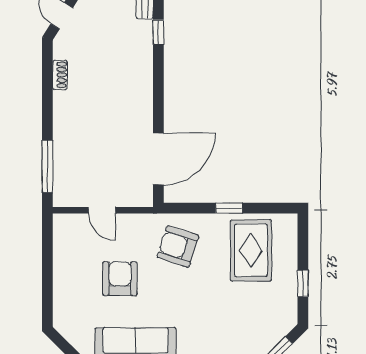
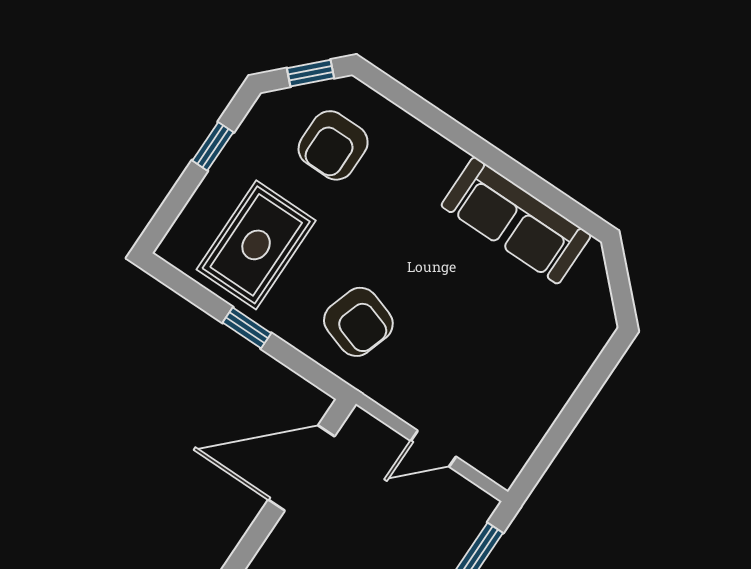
door: (102, 210) -> (433, 449), swing flipped
armchair: (120, 279) -> (333, 145), moved

